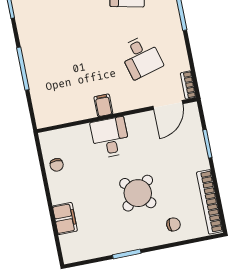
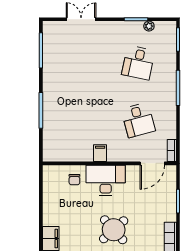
desk: (110, 138) -> (106, 180), width x1.37
chair: (57, 165) -> (74, 180), moved

